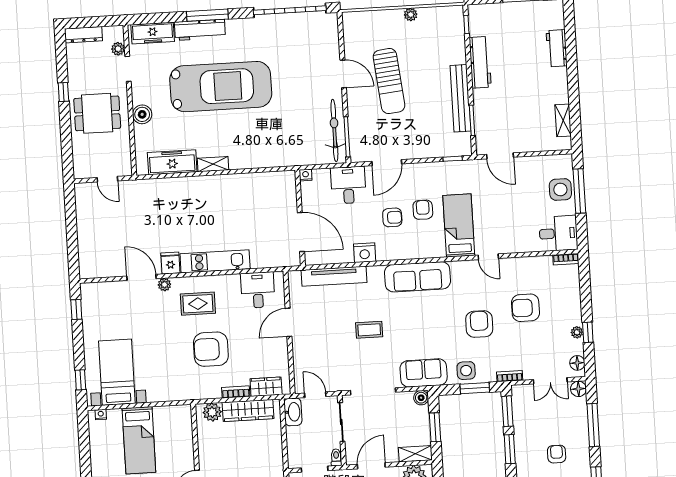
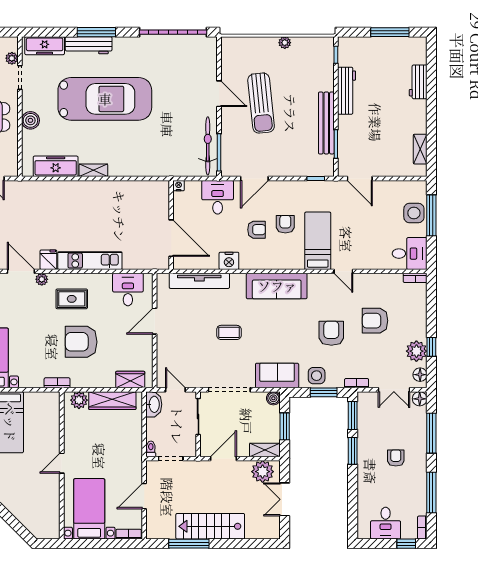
plant: (577, 332) -> (416, 351), width x1.87, depth x1.87
bookcase: (236, 392) -> (57, 383), moved
toilet: (336, 457) -> (151, 449), moved

